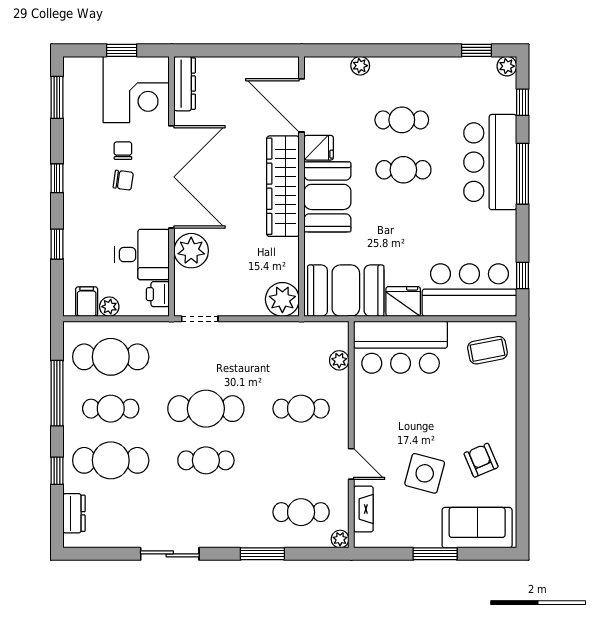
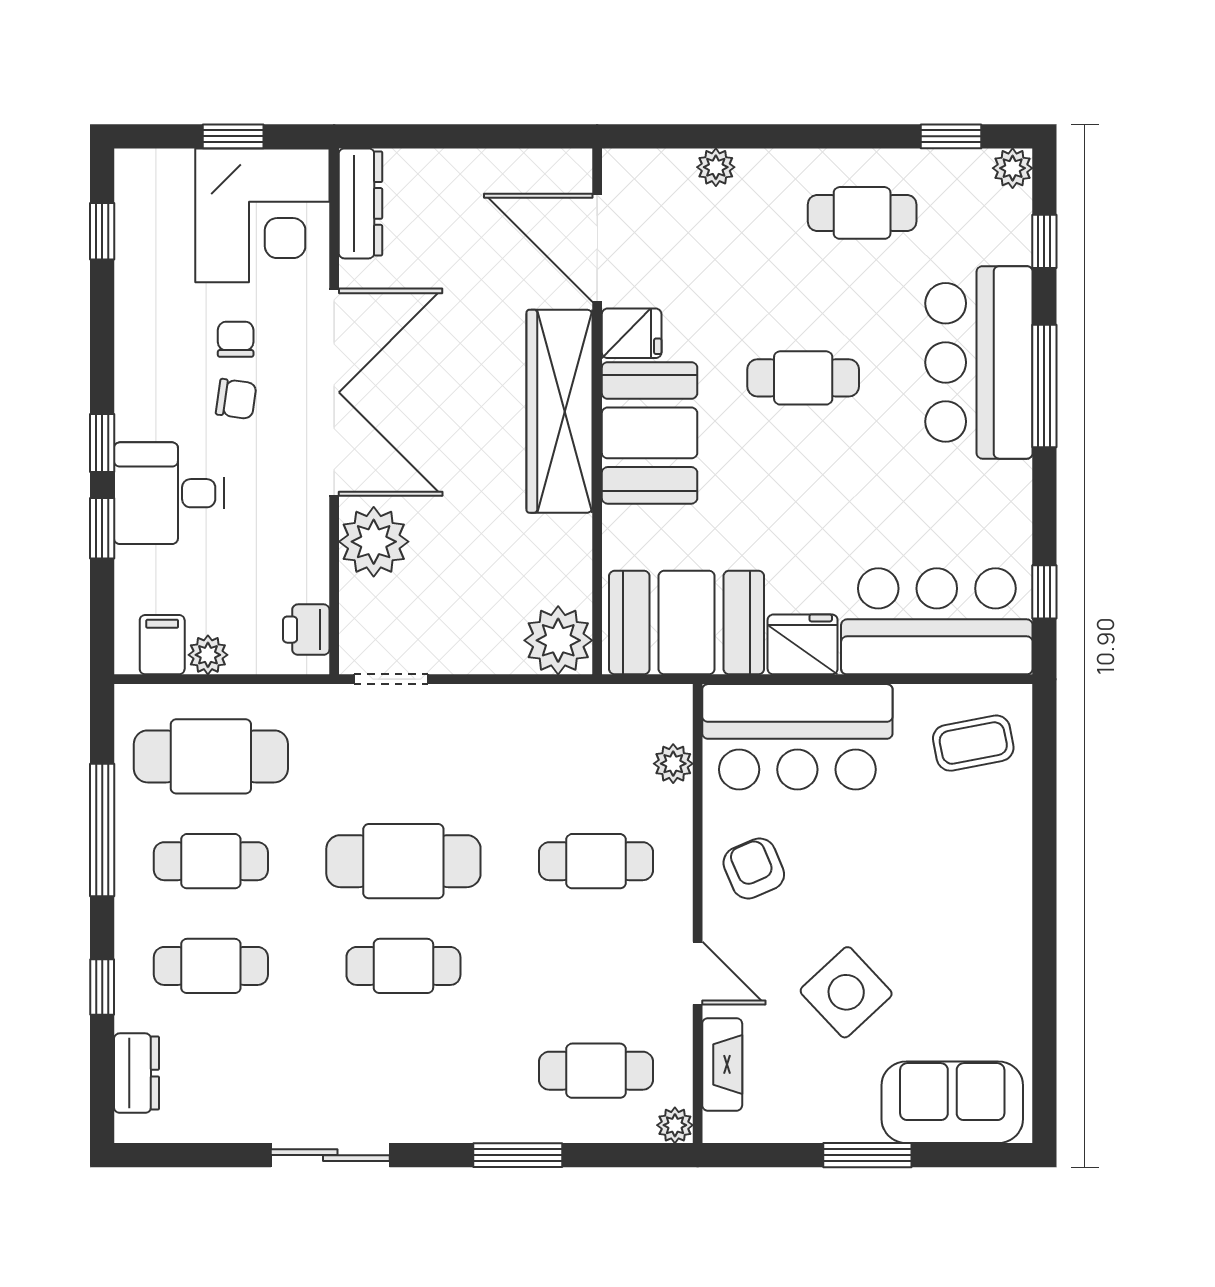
window: (57, 97) -> (102, 231), width x0.67
cafe table: (402, 120) -> (862, 213), moved
window: (57, 178) -> (102, 443), moved
desk: (142, 255) -> (169, 493), moved, turned 180
cafe table: (111, 460) -> (211, 966), width x0.73, depth x0.74
armchair: (481, 460) -> (754, 869), moved
side table: (425, 473) -> (846, 992), turned 32

